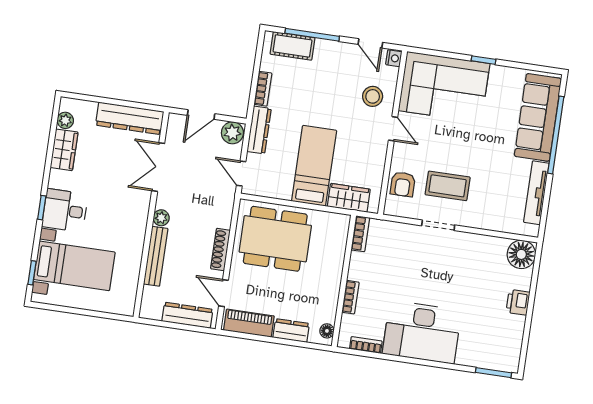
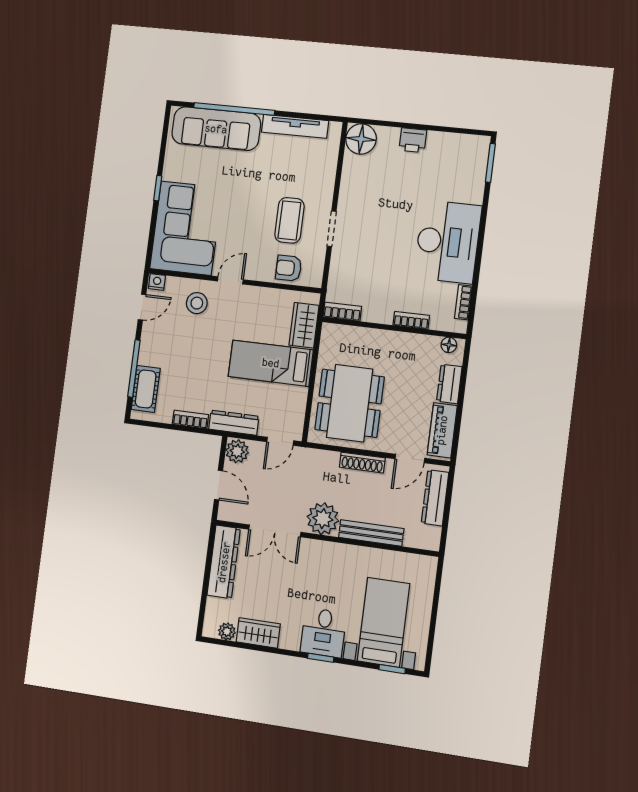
armchair: (403, 184) -> (289, 268), turned 180
plant: (161, 218) -> (323, 519), width x1.88, depth x1.88

